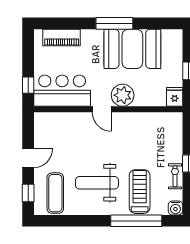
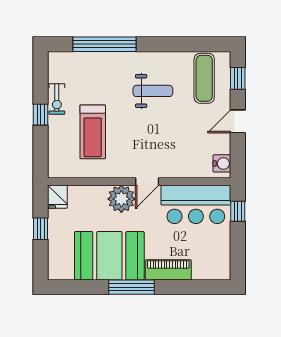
piano: (62, 37) -> (168, 270), moved
door: (102, 109) -> (147, 182), swing flipped
weight bench: (97, 183) -> (153, 91), width x0.73, depth x0.75
treadmill: (140, 192) -> (93, 132), moved
water cooler: (175, 208) -> (222, 163), moved, turned 90

